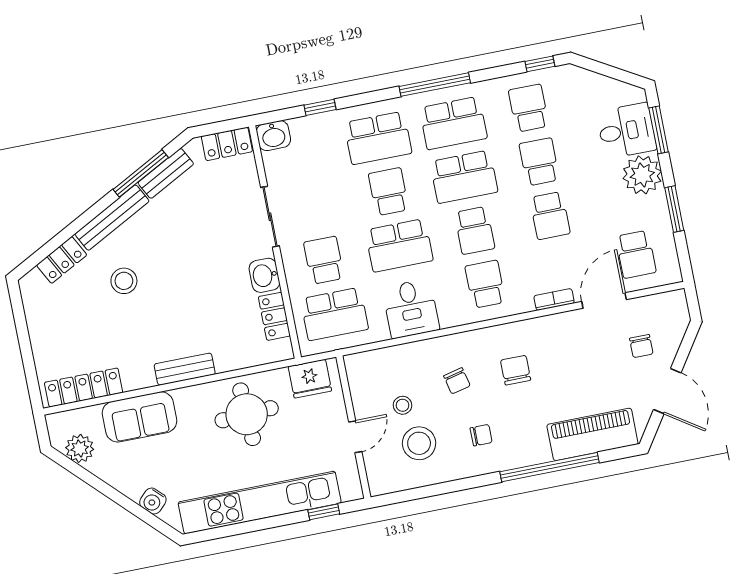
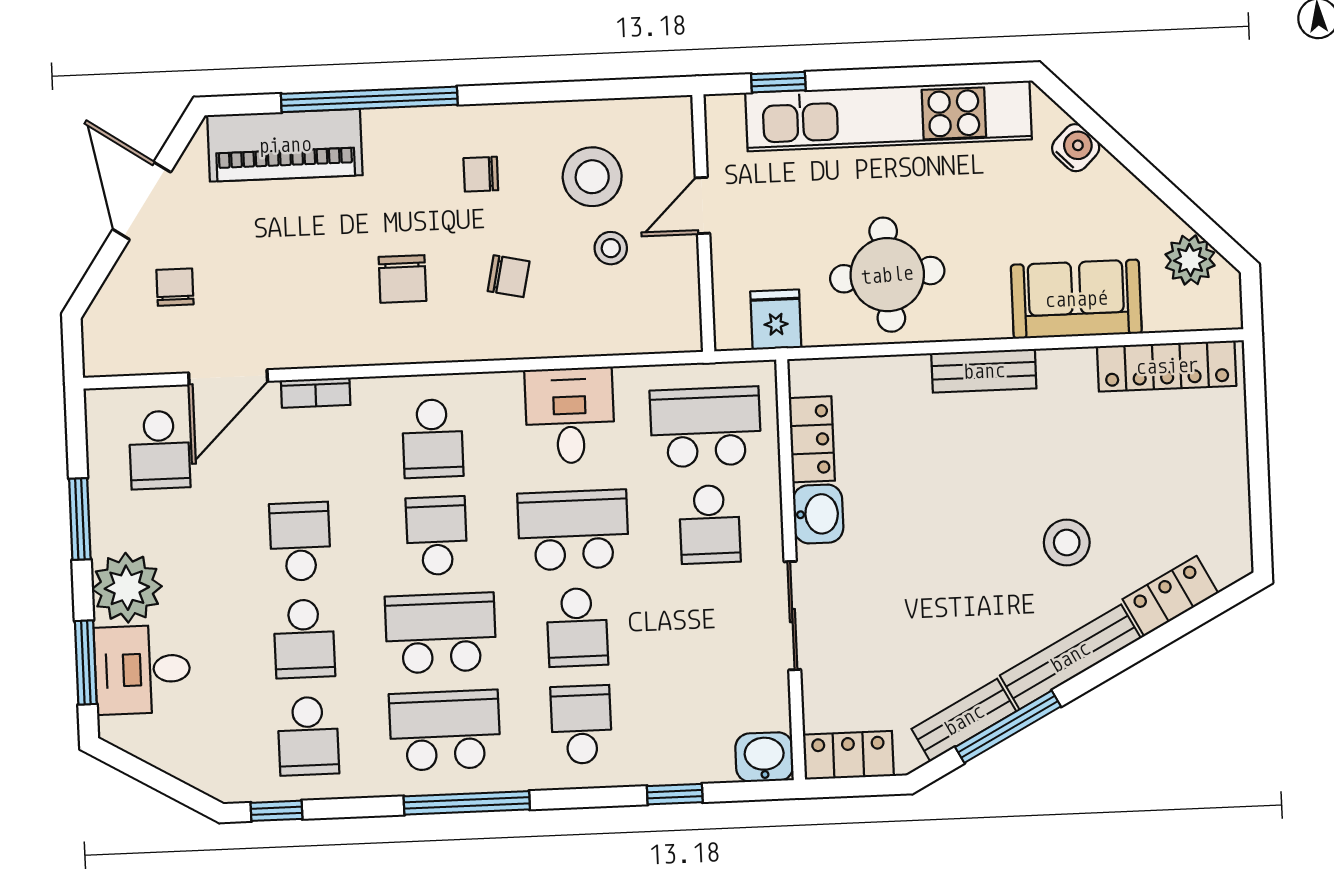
school desk: (378, 138) -> (581, 725), width x0.54
school desk: (636, 254) -> (159, 450), turned 180
fridge: (310, 379) -> (776, 320), width x0.72
chair: (457, 381) -> (509, 276), turned 115

